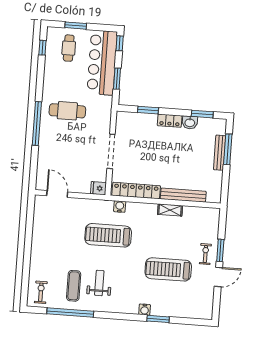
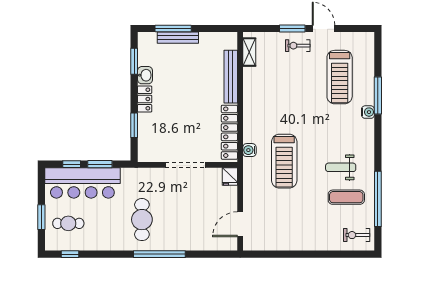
window: (120, 43) -> (72, 164), moved
shelving: (170, 210) -> (249, 52), moved
treadmill: (168, 269) -> (340, 77), moved
window: (158, 319) -> (378, 95), width x1.44

